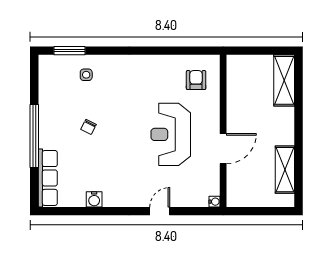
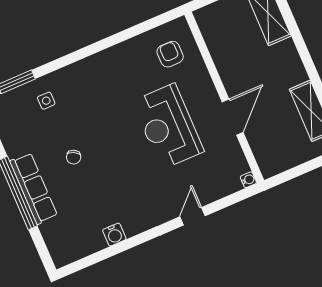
row of seats: (48, 178) -> (34, 188), moved

